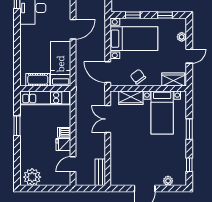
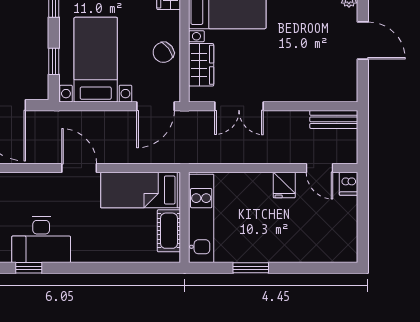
dishwasher: (64, 132) -> (349, 184), moved
plant: (32, 177) -> (342, 241), removed

